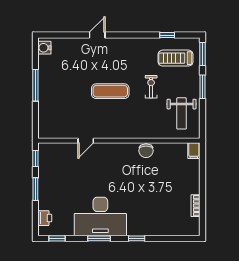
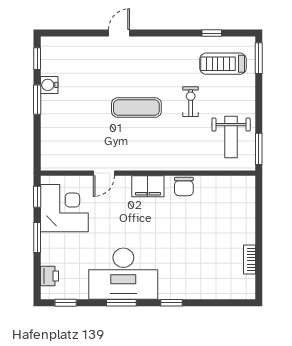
water cooler: (44, 48) -> (49, 85), moved
window: (35, 54) -> (37, 59), added
window: (35, 85) -> (37, 100), width x0.69
window: (202, 87) -> (259, 149), moved
filing cabinet: (194, 151) -> (148, 186), moved, width x2.00
corner desk: (56, 167) -> (64, 208), added

